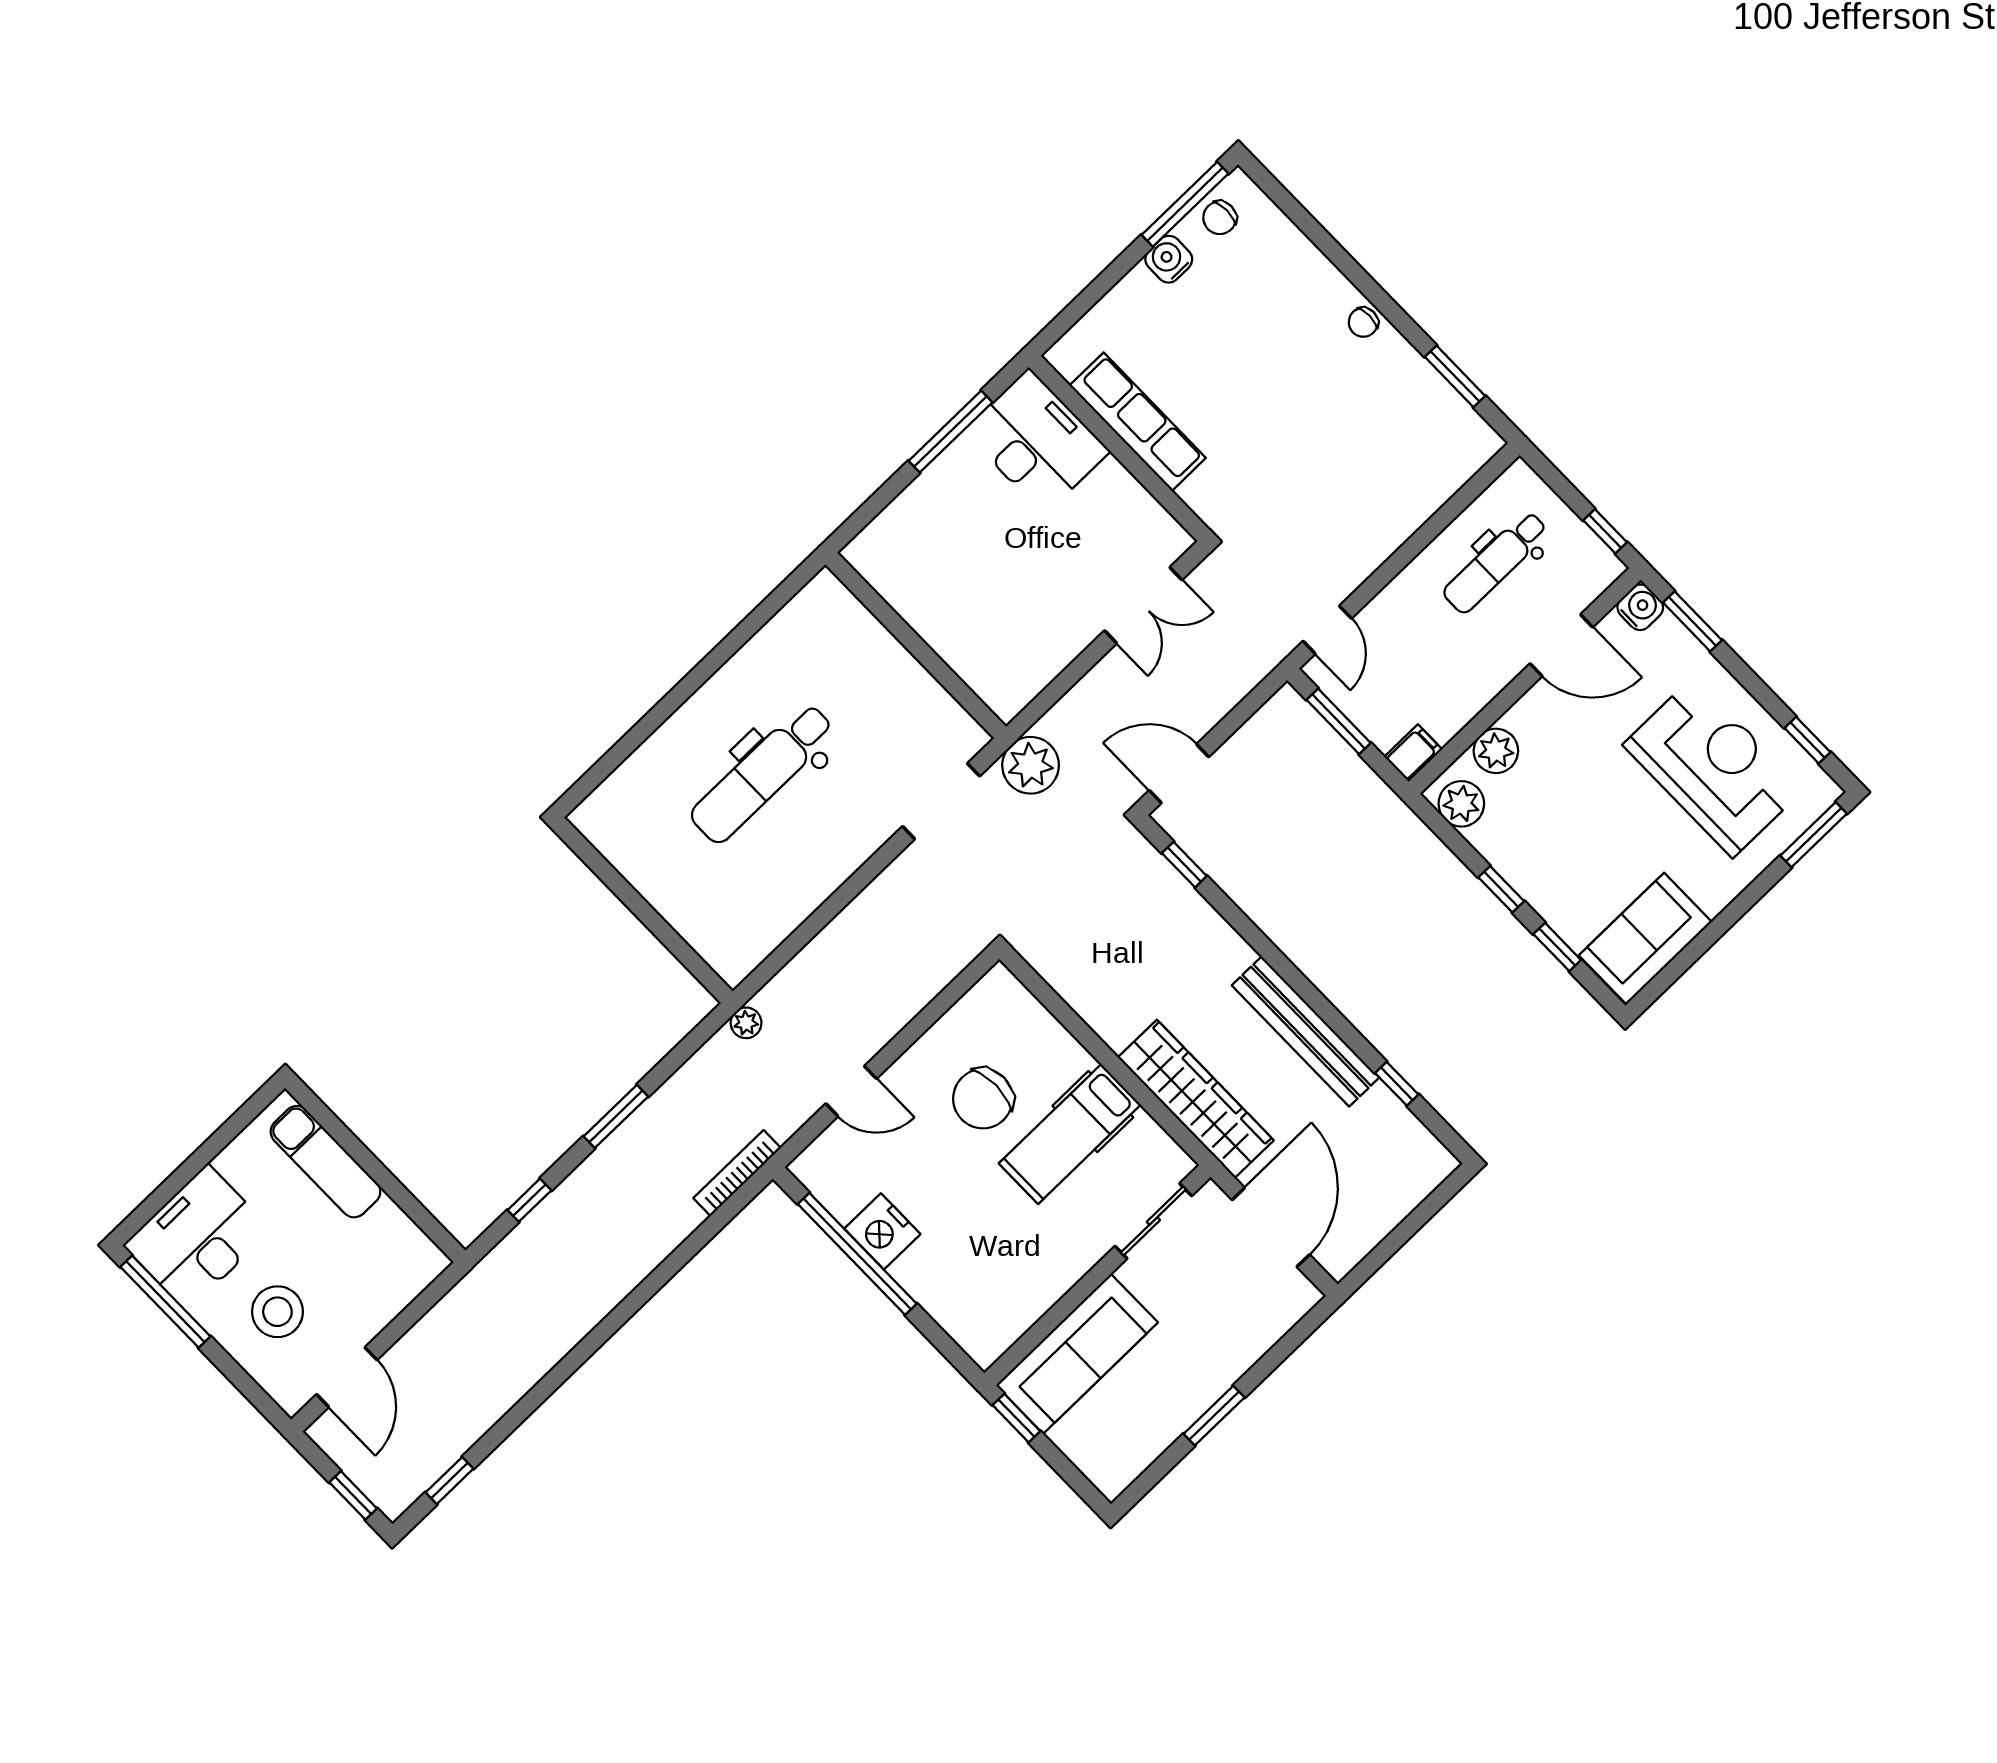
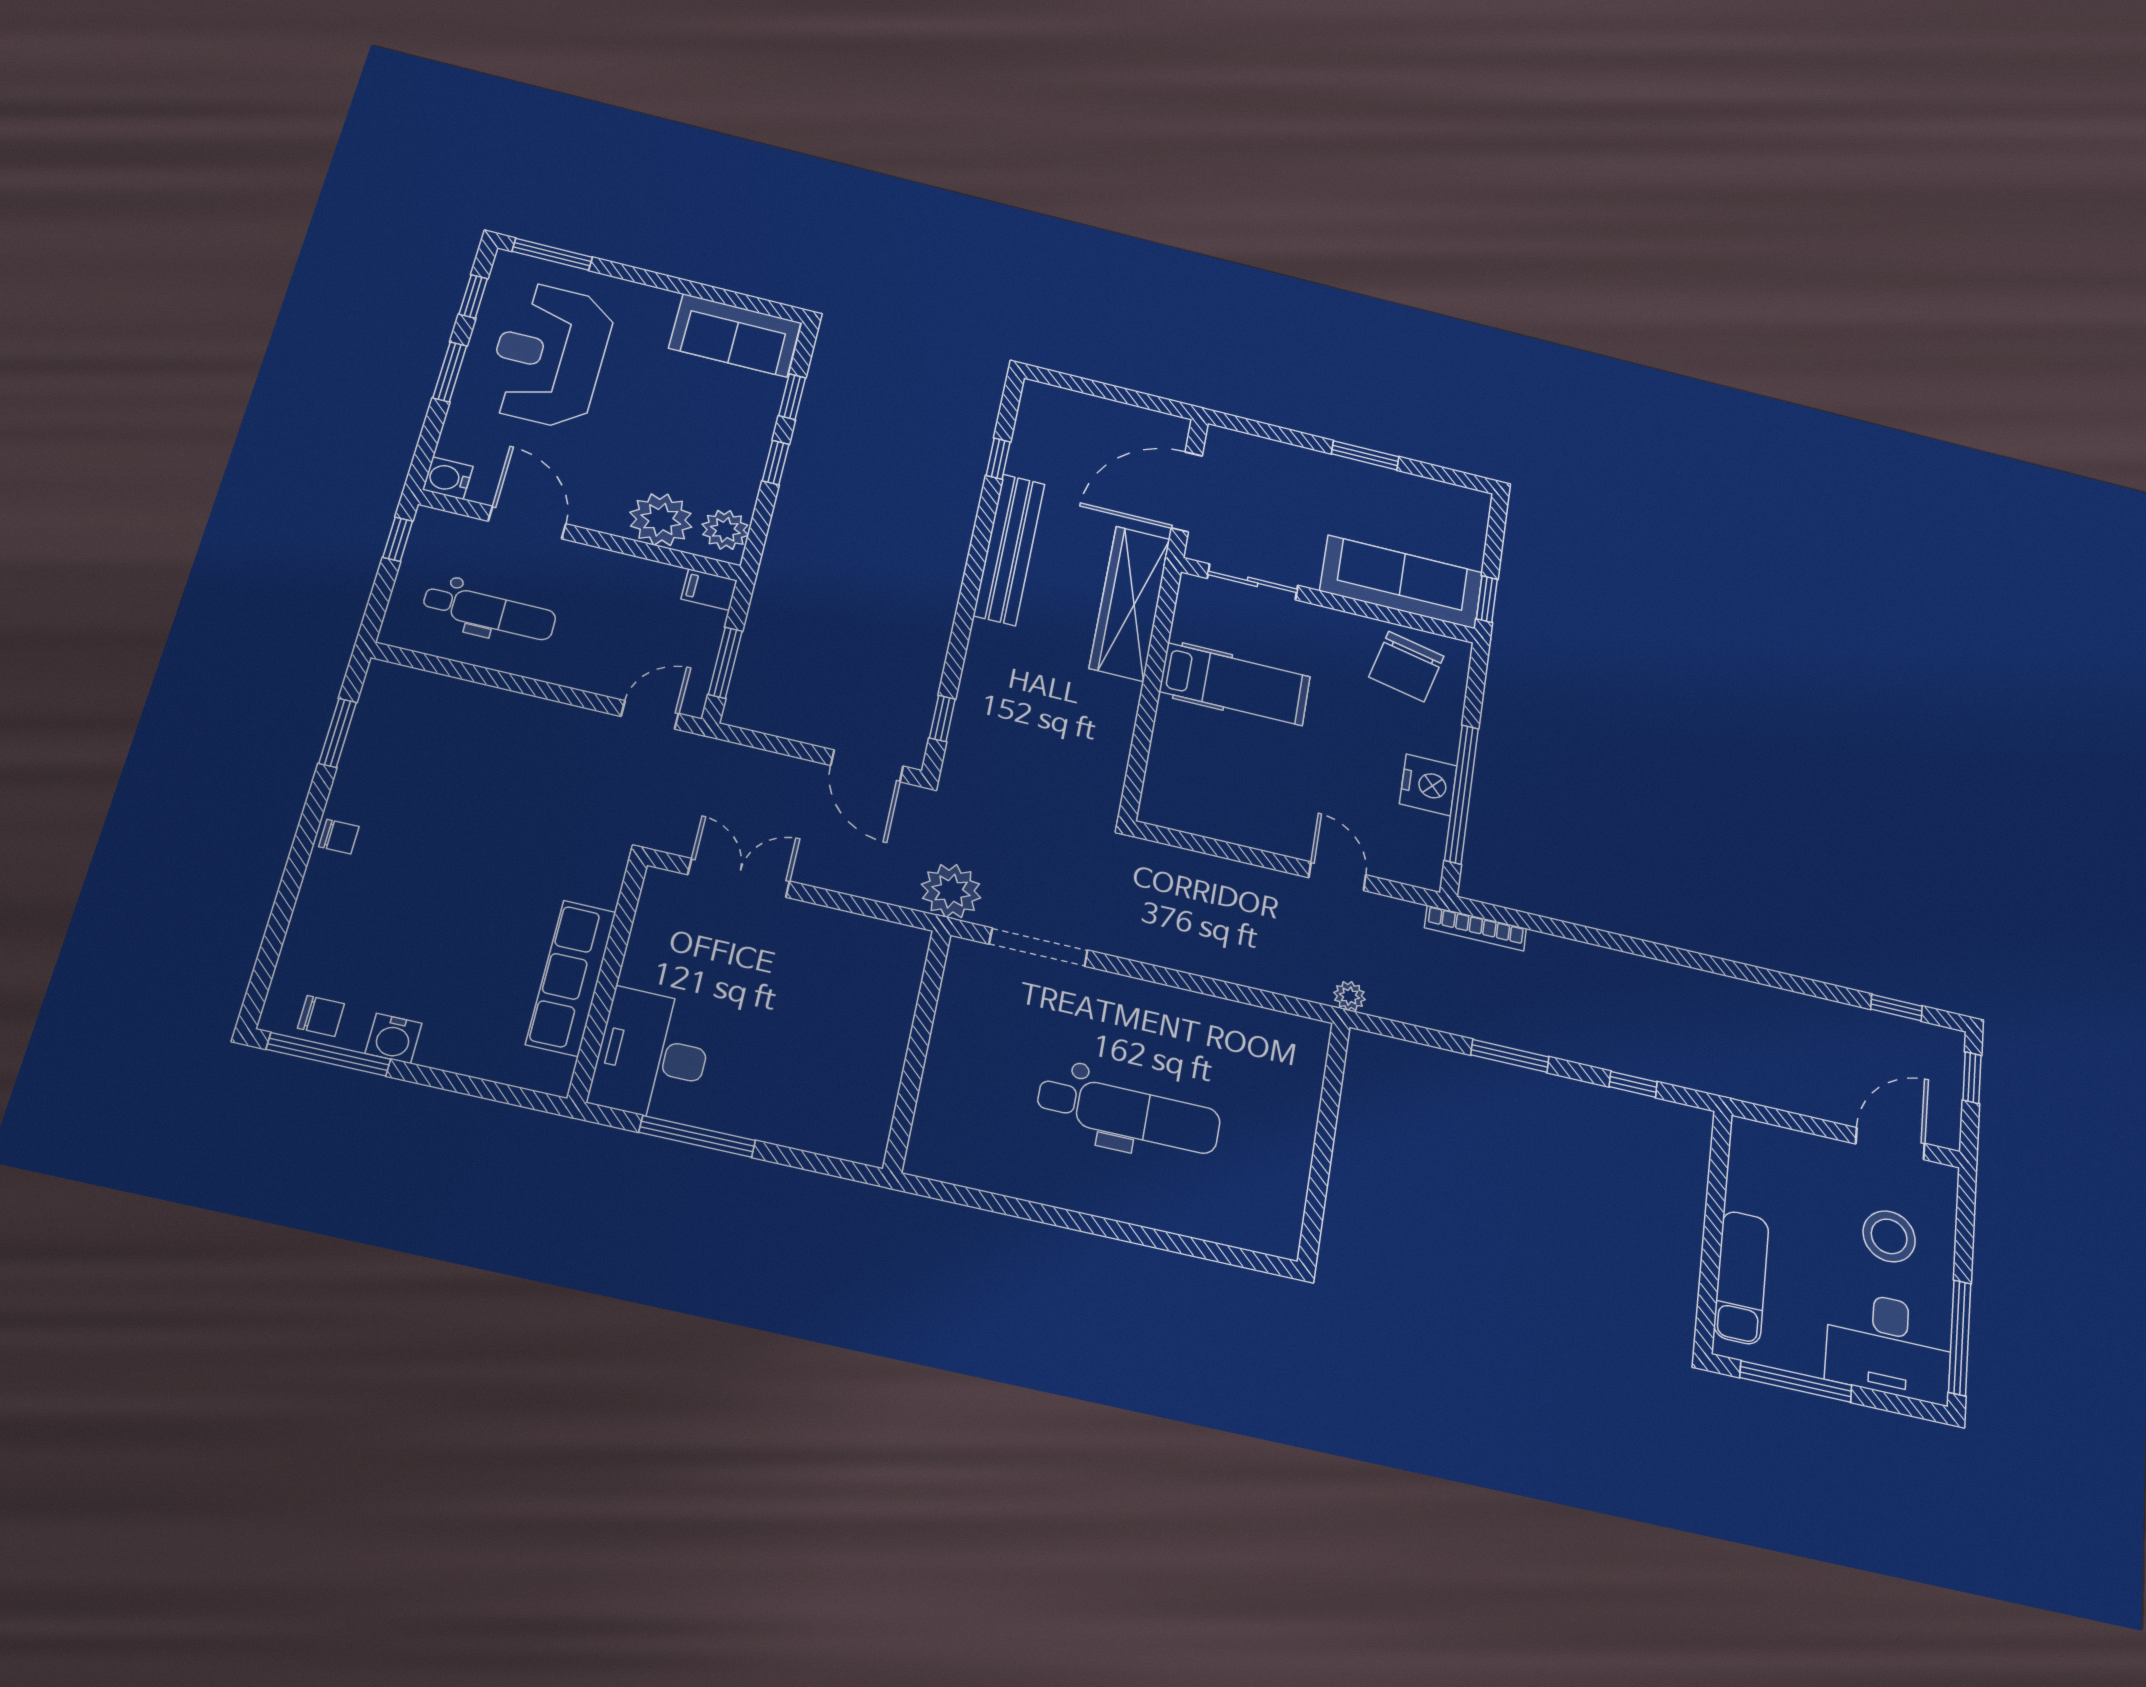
window: (1692, 621) -> (450, 372), moved
plant: (1496, 751) -> (661, 520), width x1.36, depth x1.36
chair: (983, 1099) -> (1406, 667), moved, turned 103
window: (221, 1138) -> (1796, 1381), added

